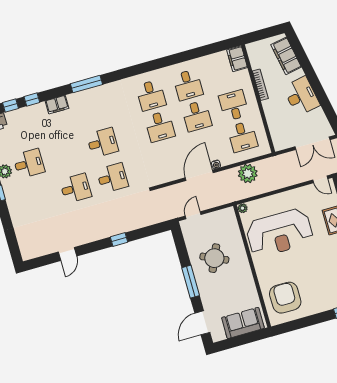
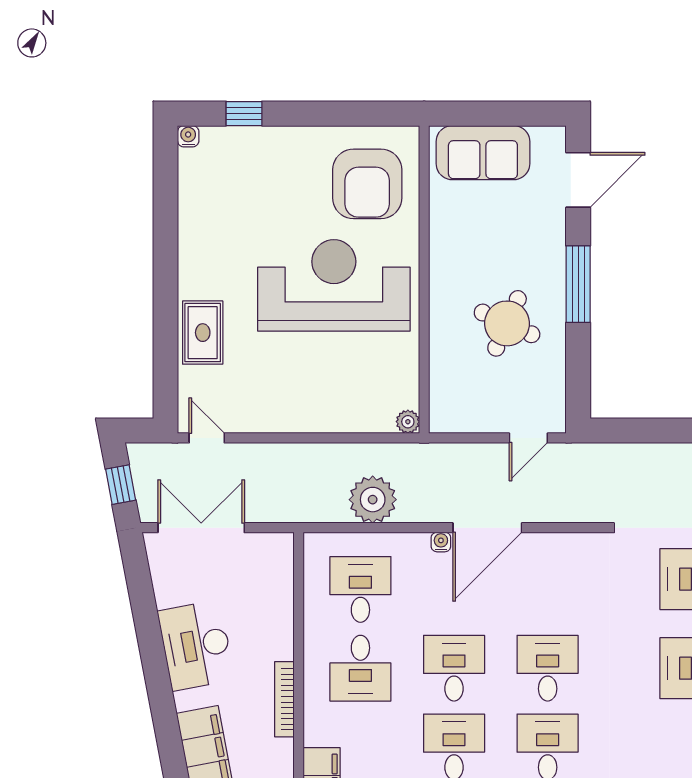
reception desk: (280, 233) -> (334, 285), moved

